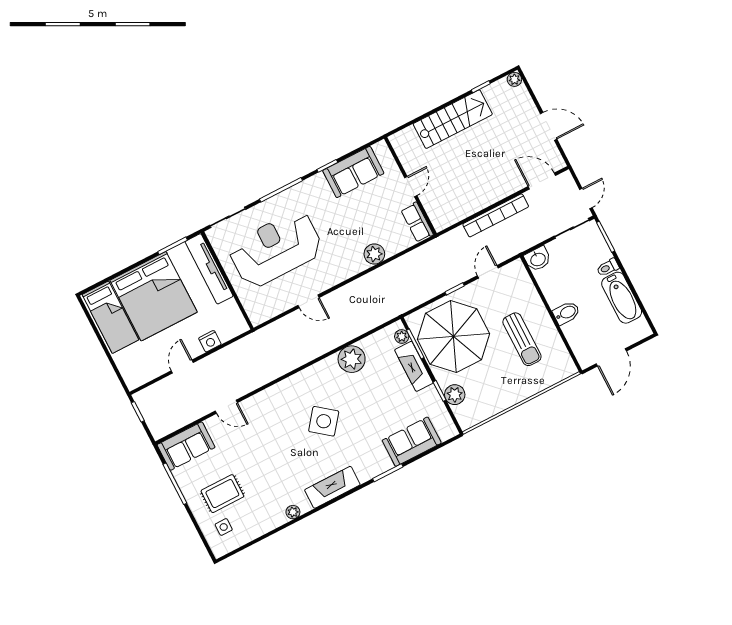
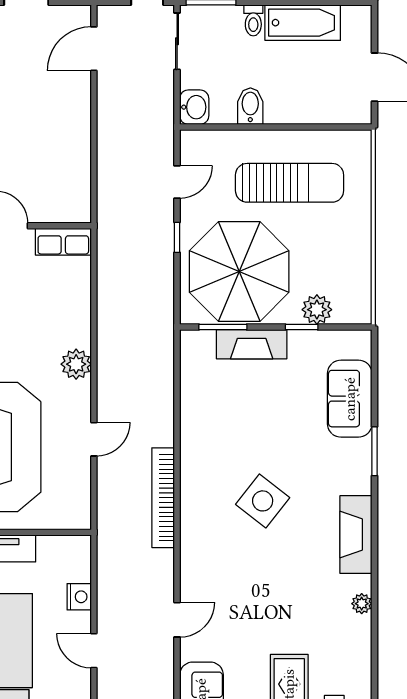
bookcase: (496, 215) -> (163, 498), moved, turned 180
plant: (374, 254) -> (76, 364), moved
door: (488, 272) -> (177, 182), swing flipped
bidet: (566, 313) -> (250, 106), moved
plant: (402, 337) -> (204, 340), removed
sun lounger: (522, 339) -> (290, 183), width x1.36, depth x1.34
plant: (352, 359) -> (200, 422), removed

